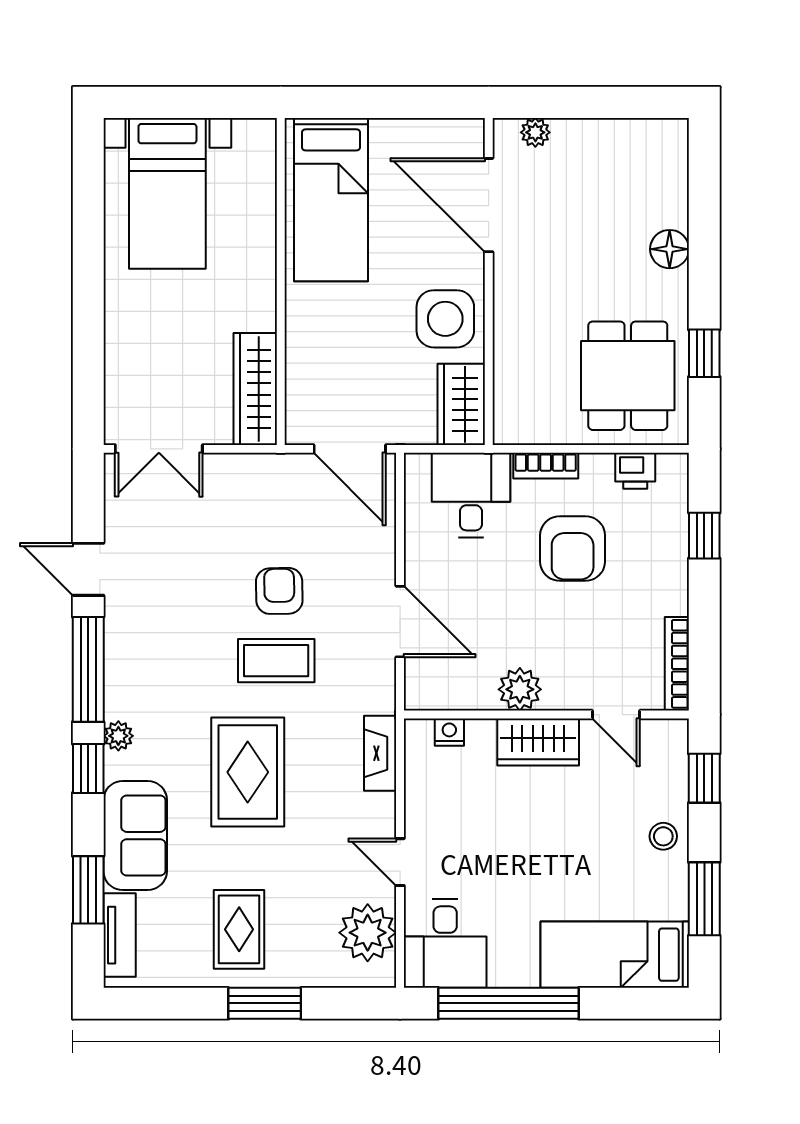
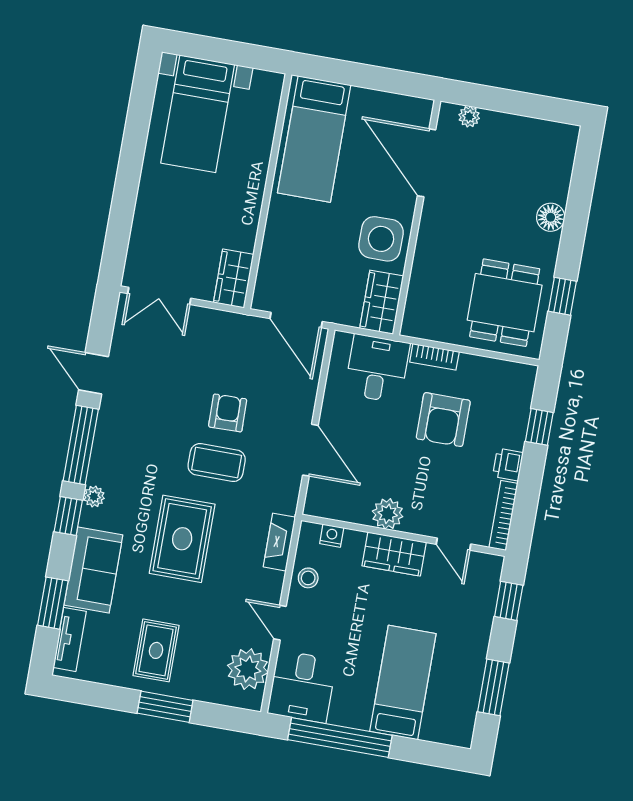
wardrobe: (255, 389) -> (234, 279), width x0.67
printer: (635, 471) -> (508, 465), moved, turned 90
stool: (663, 836) -> (308, 578), moved
bed: (615, 955) -> (403, 683), moved, turned 90

